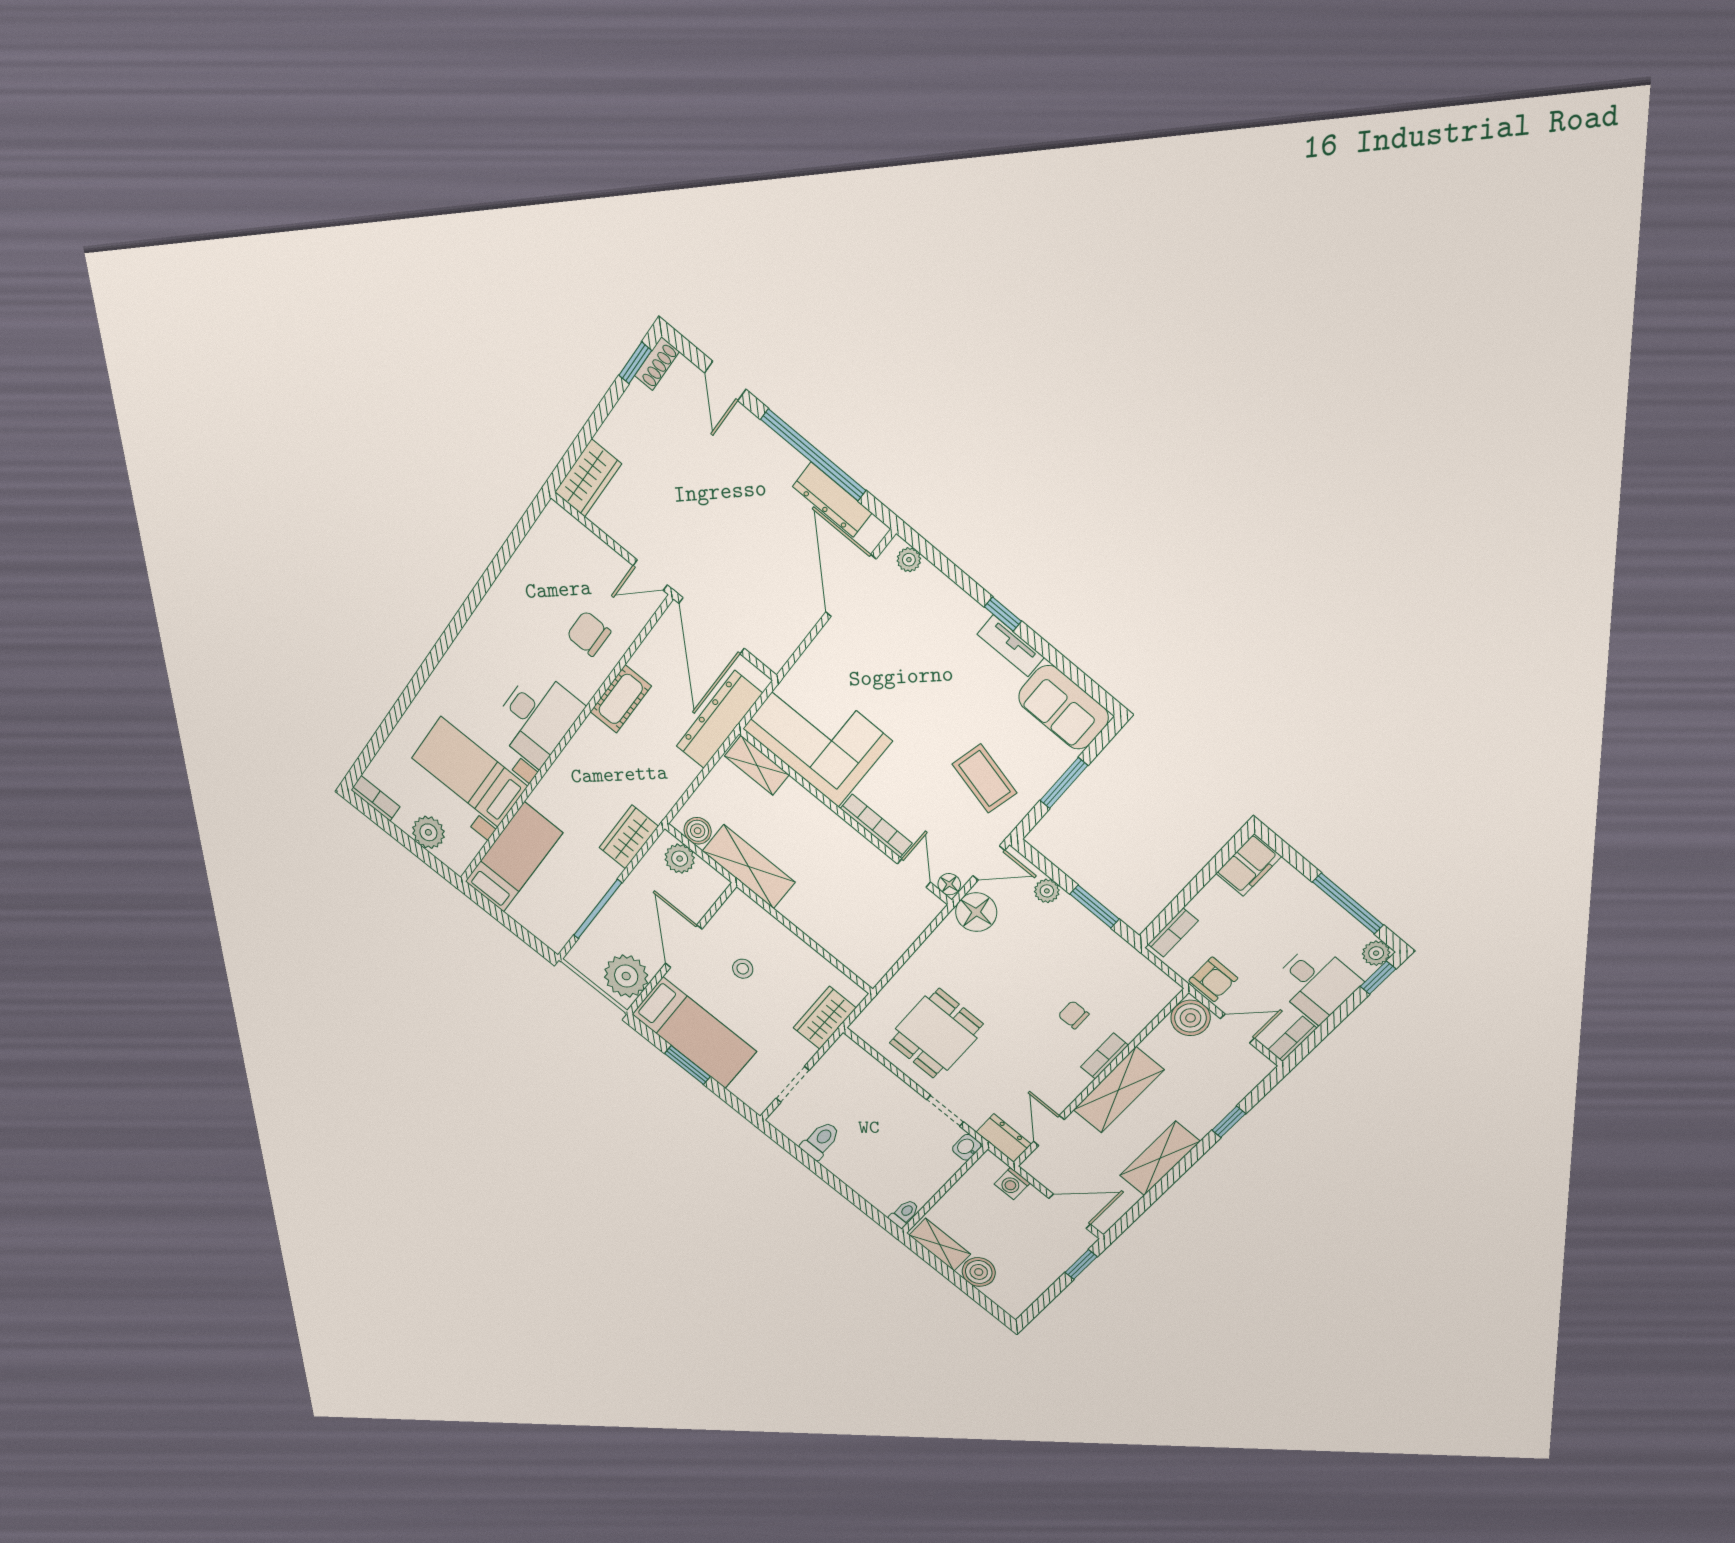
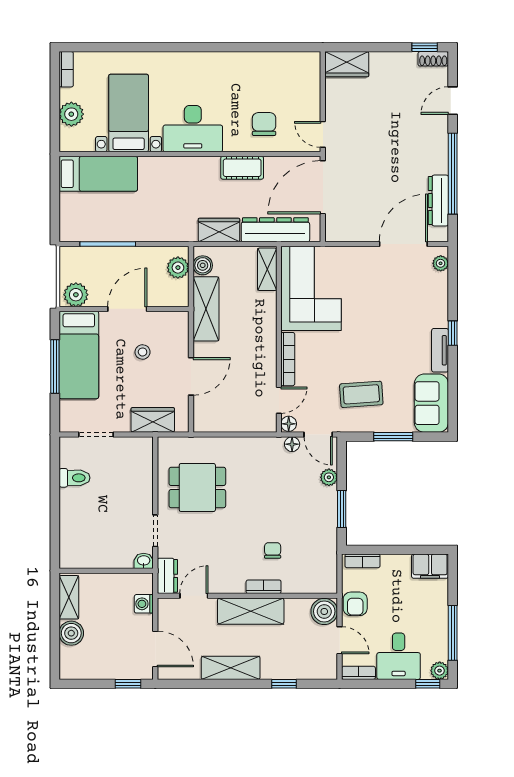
coffee table: (984, 778) -> (361, 394), turned 72
wardrobe: (629, 837) -> (219, 230), moved
floor lamp: (976, 912) -> (292, 444), width x0.53, depth x0.53
door: (810, 942) -> (191, 376), added
plant: (626, 976) -> (76, 295), width x0.73, depth x0.73
window: (687, 1065) -> (55, 367), width x1.44
toilet: (904, 1213) -> (71, 561), removed

